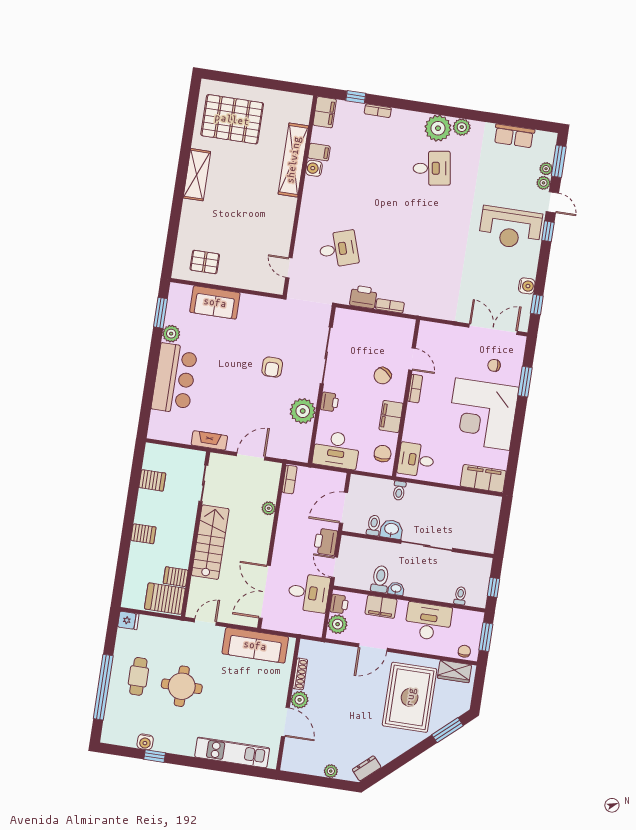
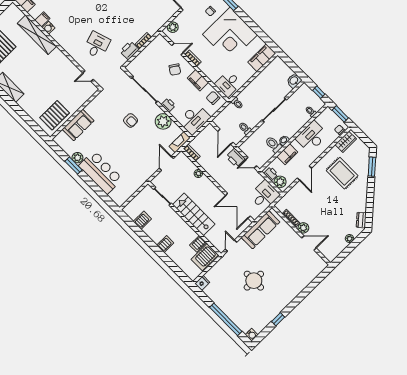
pallet: (205, 262) -> (55, 115), width x1.50, depth x1.42
window: (160, 313) -> (74, 166), moved
plant: (436, 331) -> (173, 27), added
fireplace: (209, 440) -> (180, 142), moved
washbasin: (392, 529) -> (294, 81), moved
desk: (309, 593) -> (265, 195), moved
cafe table: (138, 676) -> (233, 298), removed
rug: (410, 697) -> (342, 173), width x0.73, depth x0.69
water cooler: (145, 742) -> (252, 335), moved
kitchen unit: (232, 752) -> (305, 280), removed

